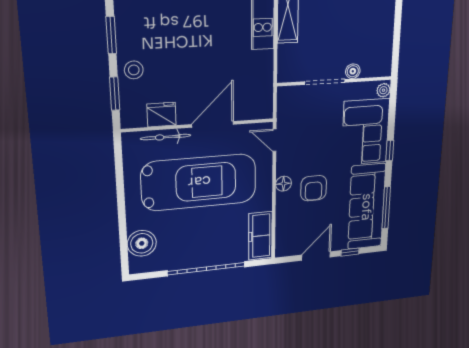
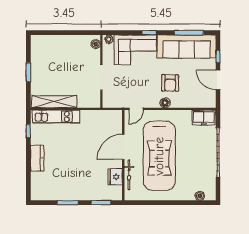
stool: (134, 70) -> (88, 191), removed
boiler: (353, 71) -> (96, 44), moved
door: (213, 124) -> (123, 147), hinge flipped
car: (199, 182) -> (159, 156), turned 180
armchair: (314, 188) -> (170, 83), turned 90
freezer: (260, 236) -> (204, 118), width x0.71
boiler: (142, 243) -> (200, 196), width x0.54, depth x0.54

